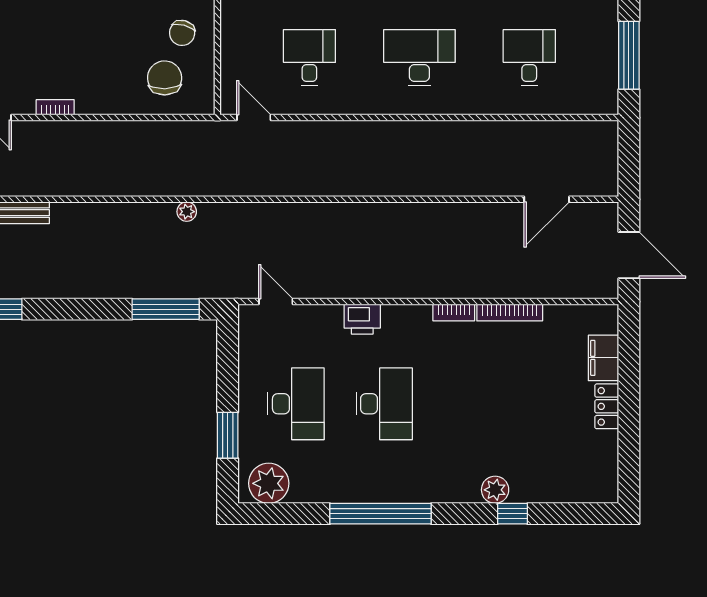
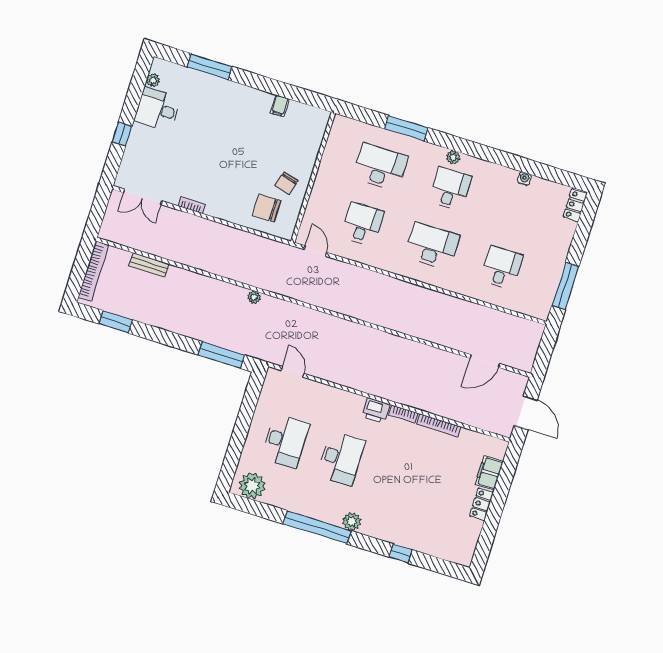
chair: (165, 78) -> (267, 208), turned -88
printer: (362, 319) -> (376, 410), moved
window: (228, 435) -> (236, 447), removed
plant: (495, 490) -> (352, 522), moved

